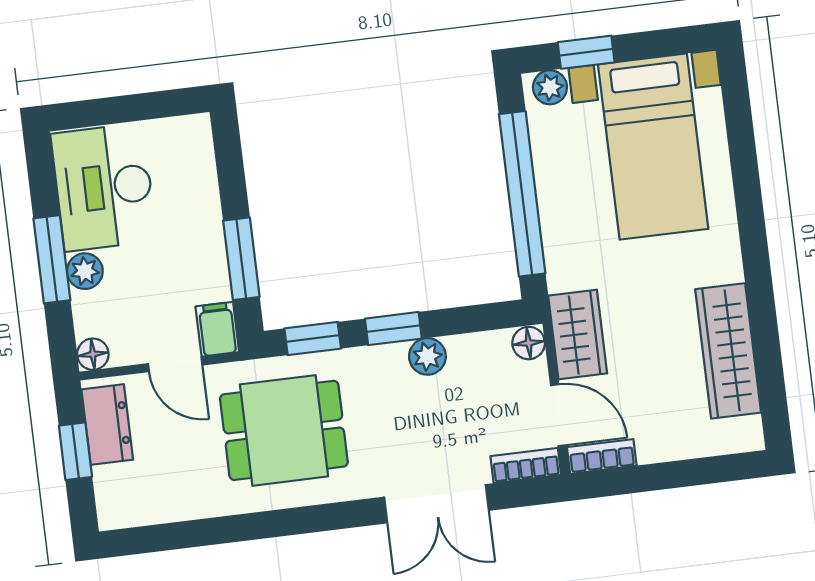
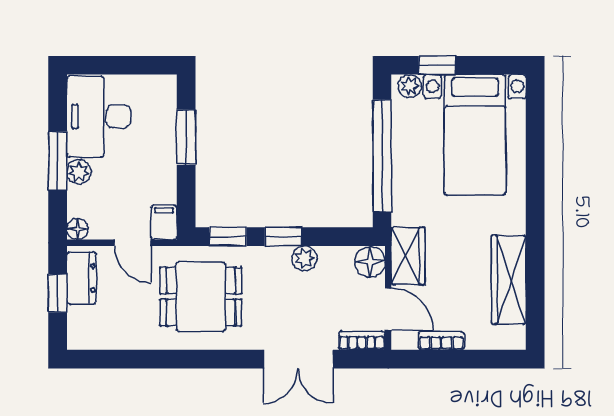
window: (241, 259) -> (186, 137), moved
floor lamp: (529, 343) -> (370, 262), width x1.37, depth x1.37
bookcase: (602, 456) -> (441, 341), moved

